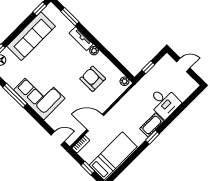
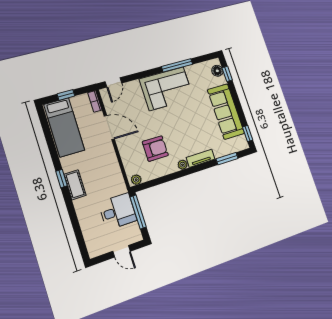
door: (183, 65) -> (122, 251), hinge flipped
window: (148, 67) -> (138, 212), width x2.17
desk: (164, 102) -> (118, 211), moved, turned 180
door: (95, 123) -> (109, 128), hinge flipped

